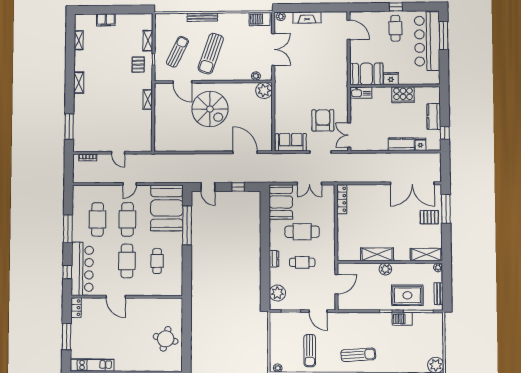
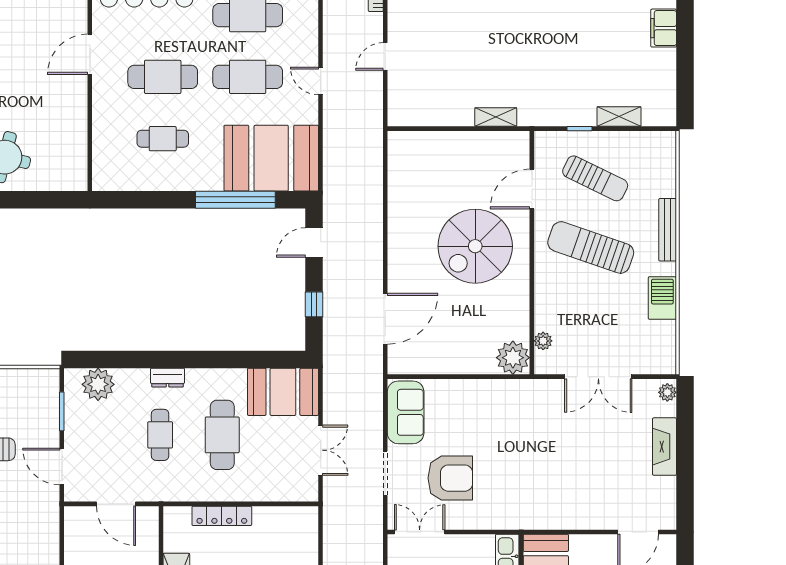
barbecue: (259, 19) -> (662, 298), moved
pallet: (138, 65) -> (569, 97), removed
double door: (309, 184) -> (321, 450), swing flipped
locker: (342, 199) -> (222, 516), moved
door: (318, 311) -> (62, 466), hinge flipped

